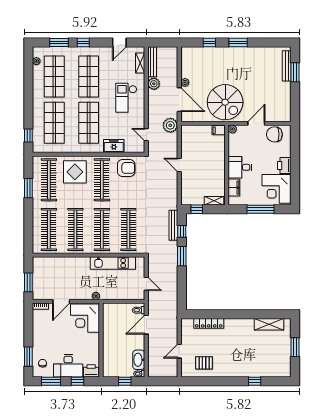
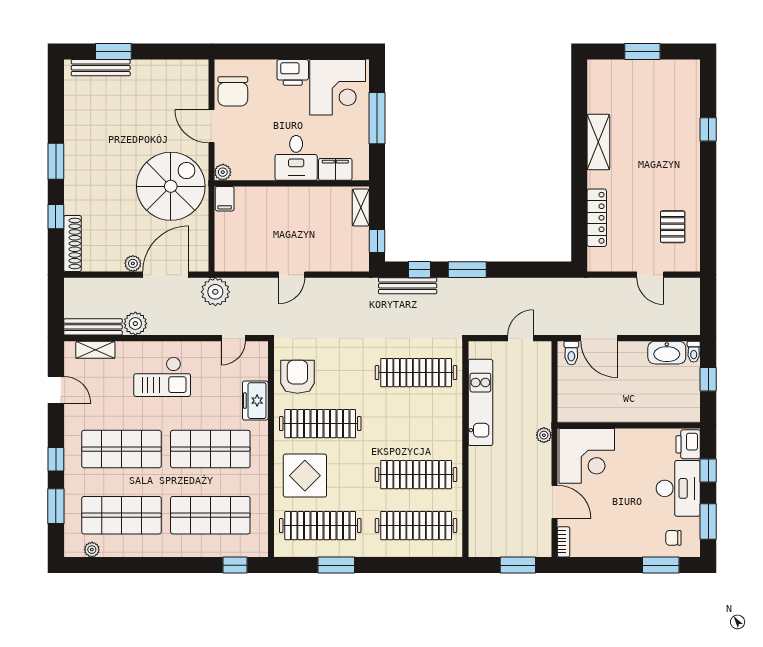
shoe rack: (195, 51) -> (73, 243), added
clothes rail: (102, 230) -> (416, 424), removed
shelving: (269, 324) -> (598, 142), moved

